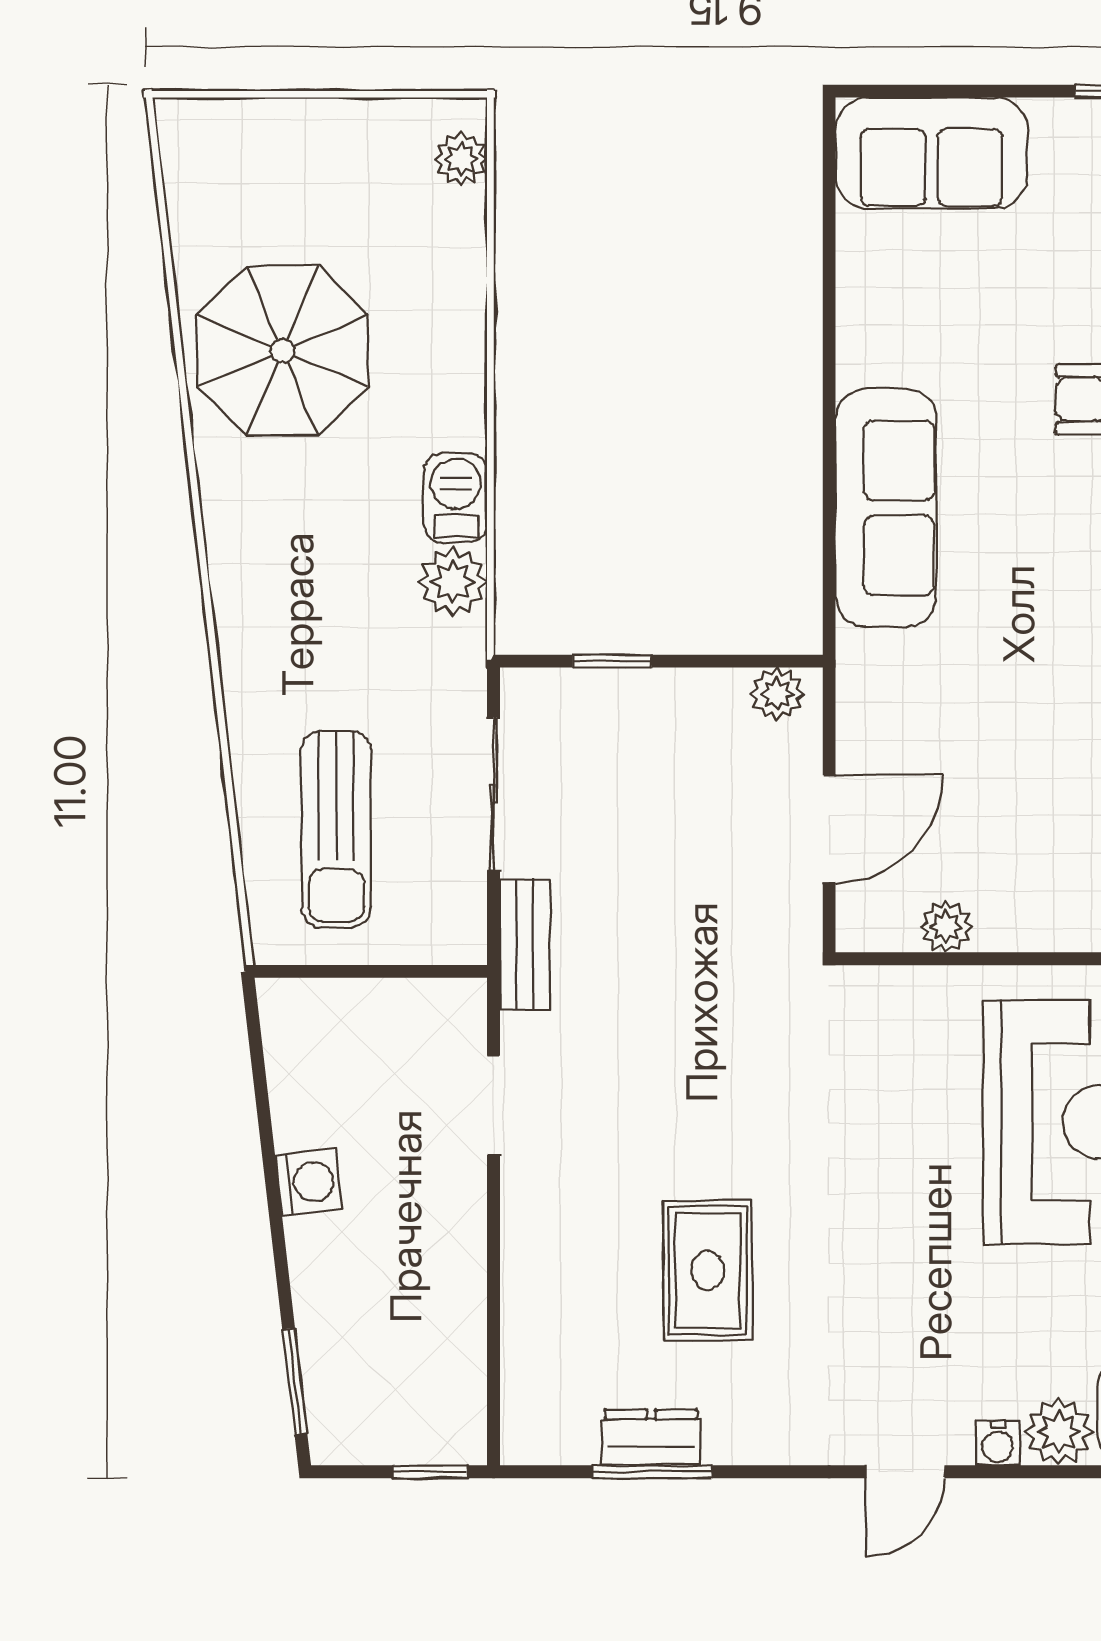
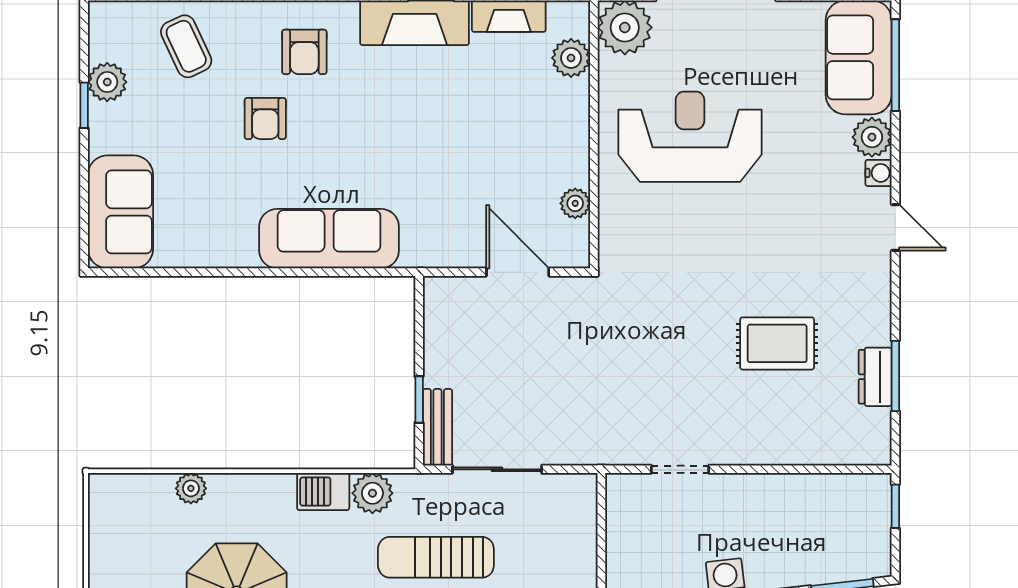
plant: (461, 159) -> (191, 488), moved
plant: (777, 694) -> (438, 303), removed
sun lounger: (336, 829) -> (436, 557), moved, turned 180
bench: (525, 944) -> (437, 427), moved, turned 90

